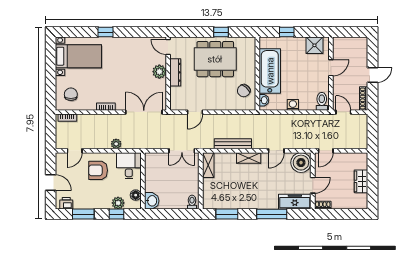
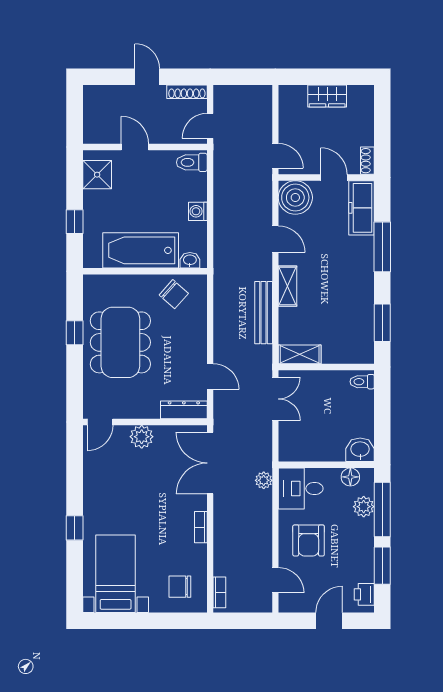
dresser: (175, 72) -> (184, 410), moved
plant: (116, 144) -> (264, 480), moved
window: (116, 214) -> (382, 509), width x2.17

